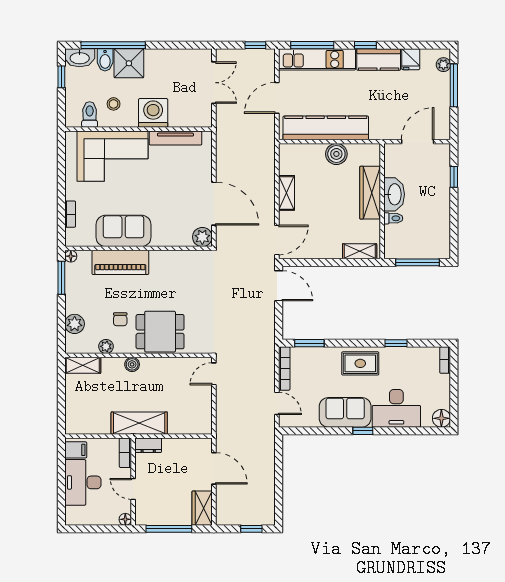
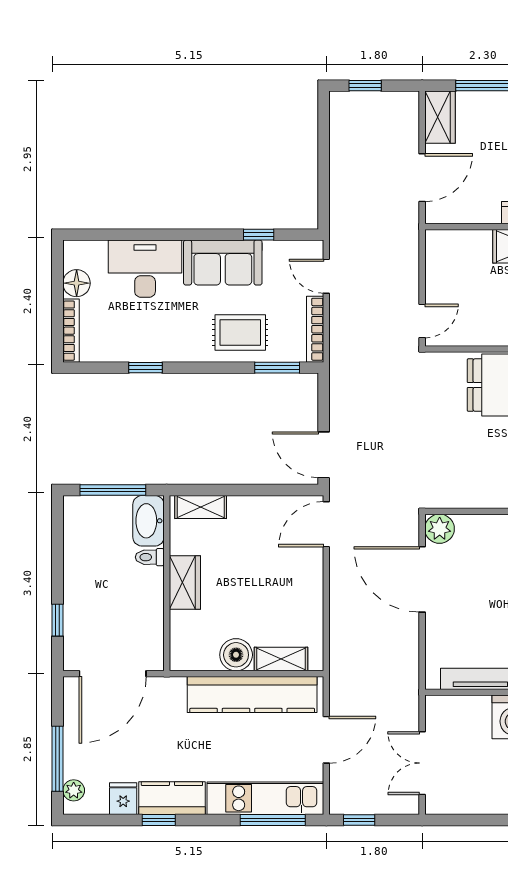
window: (365, 45) -> (159, 820), moved
door: (418, 142) -> (113, 674), width x1.36
shelving: (287, 193) -> (281, 659), moved, turned 90
wardrobe: (370, 193) -> (185, 583), width x0.67
washbasin: (394, 194) -> (148, 521), moved
bookcase: (445, 360) -> (71, 331), width x1.56
rug: (360, 363) -> (240, 333), moved
floor lamp: (441, 418) -> (77, 283), moved
window: (363, 431) -> (259, 235), moved
door: (214, 468) -> (422, 178), swing flipped

